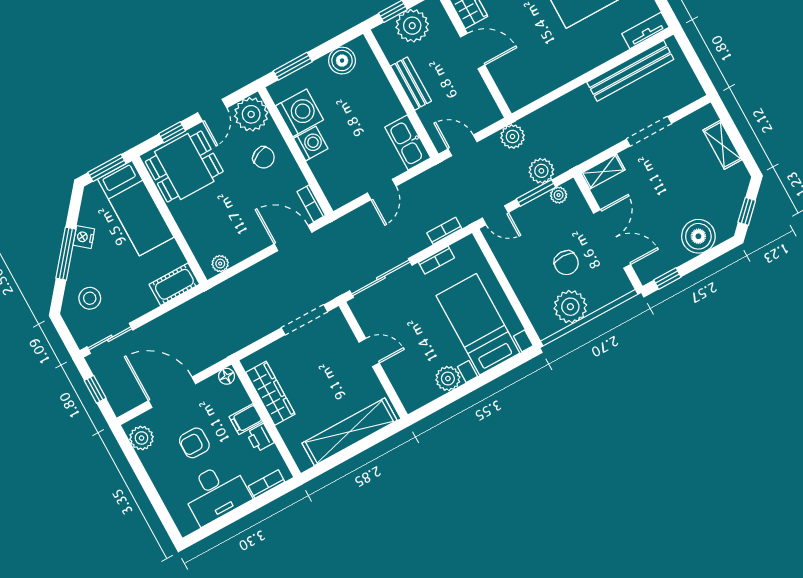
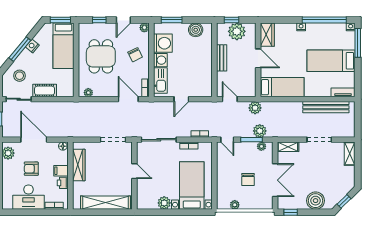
bed: (539, 77) -> (282, 87), added
plant: (251, 114) -> (144, 28), width x0.53, depth x0.53
kitchen sink: (408, 142) -> (160, 81), moved, turned 180
shelving: (722, 145) -> (350, 154), moved
dining table: (184, 166) -> (101, 56), moved, turned 90
cot: (174, 284) -> (45, 91), moved
plant: (570, 307) -> (235, 205), width x0.53, depth x0.53

